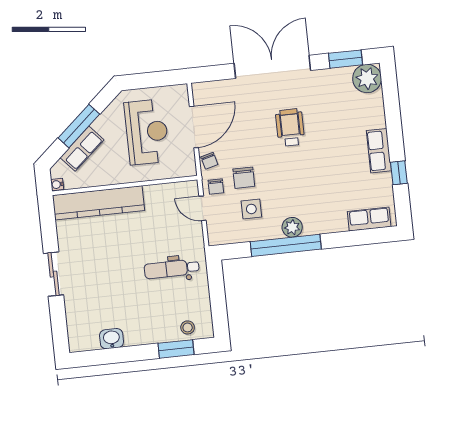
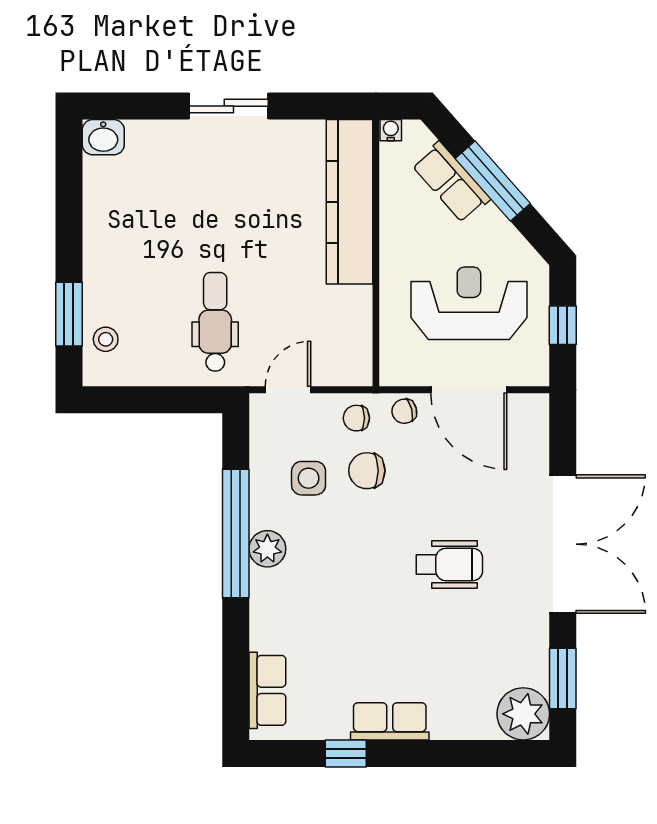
window: (153, 80) -> (563, 325), added
reception desk: (147, 132) -> (469, 303), turned 180
door: (203, 208) -> (288, 390), moved
washbasin: (112, 339) -> (103, 137), moved, turned 90

